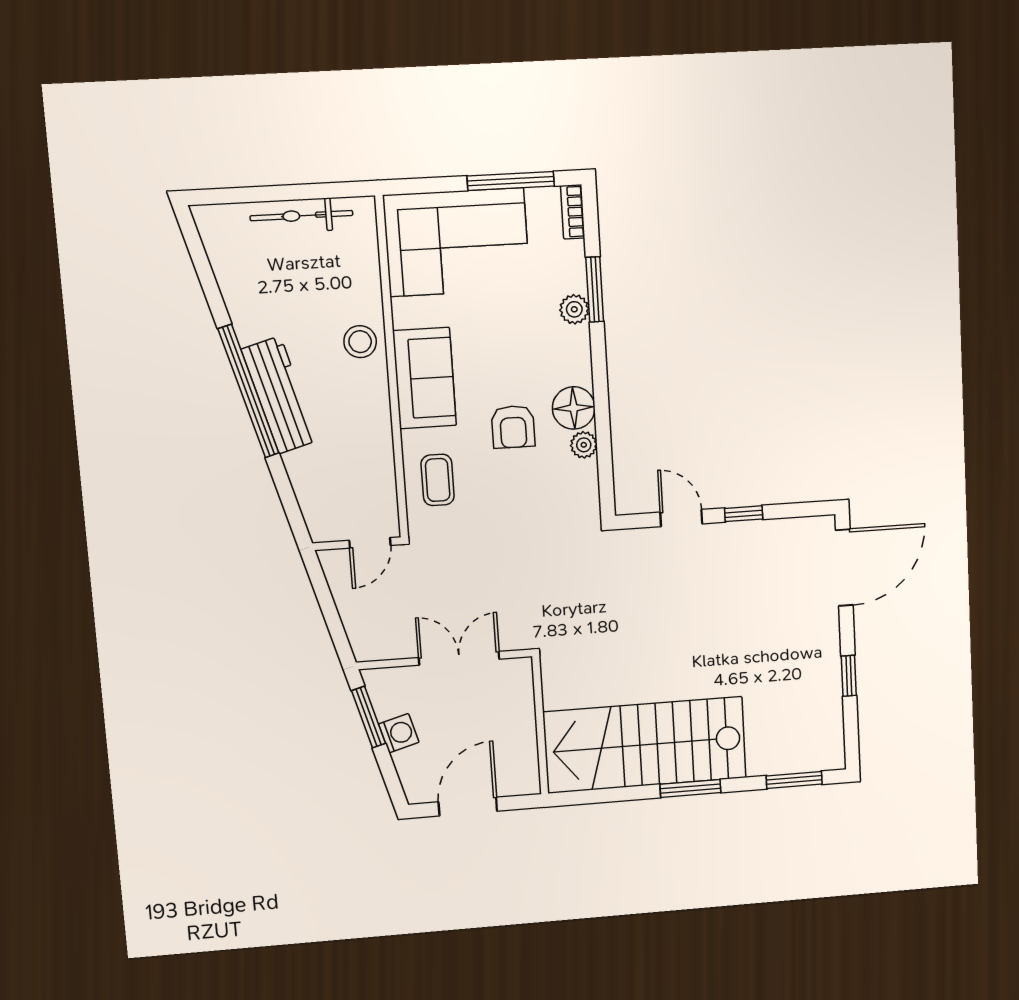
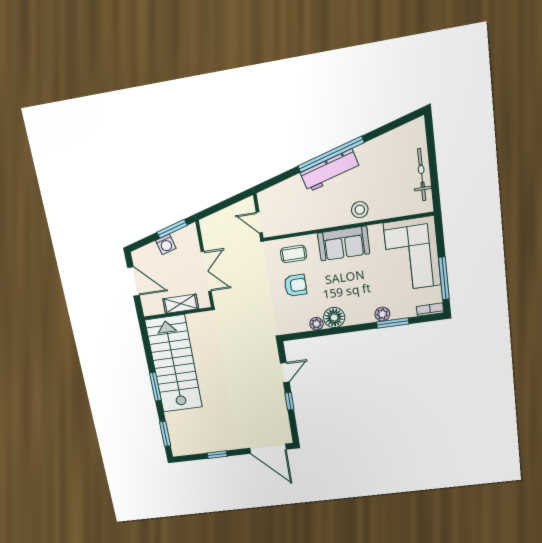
armchair: (513, 427) -> (295, 285), moved, turned 180
shelving: (521, 717) -> (181, 304), added

